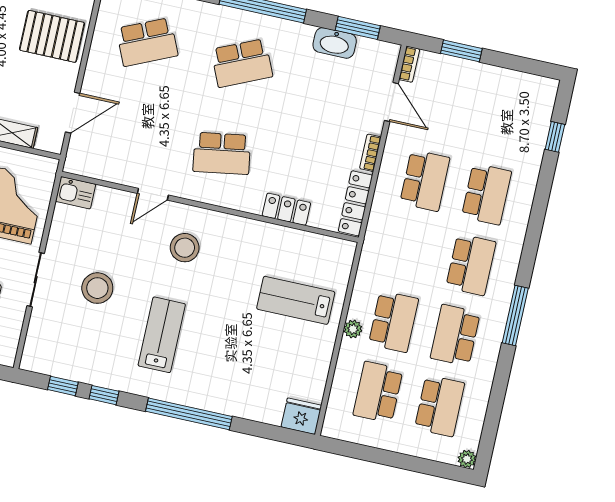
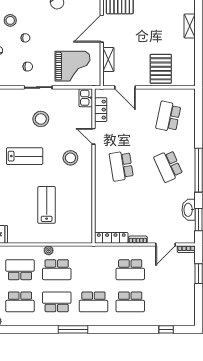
school desk: (147, 42) -> (168, 117), turned 36
locker: (286, 209) -> (101, 110), moved
lab bench: (296, 300) -> (47, 205), moved

